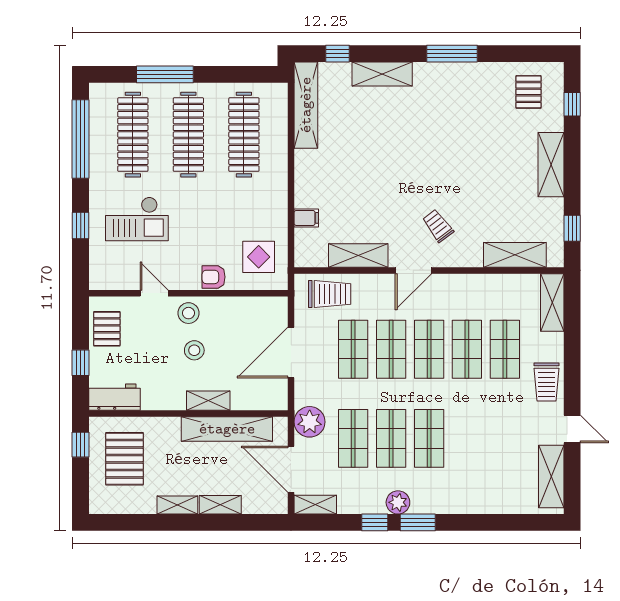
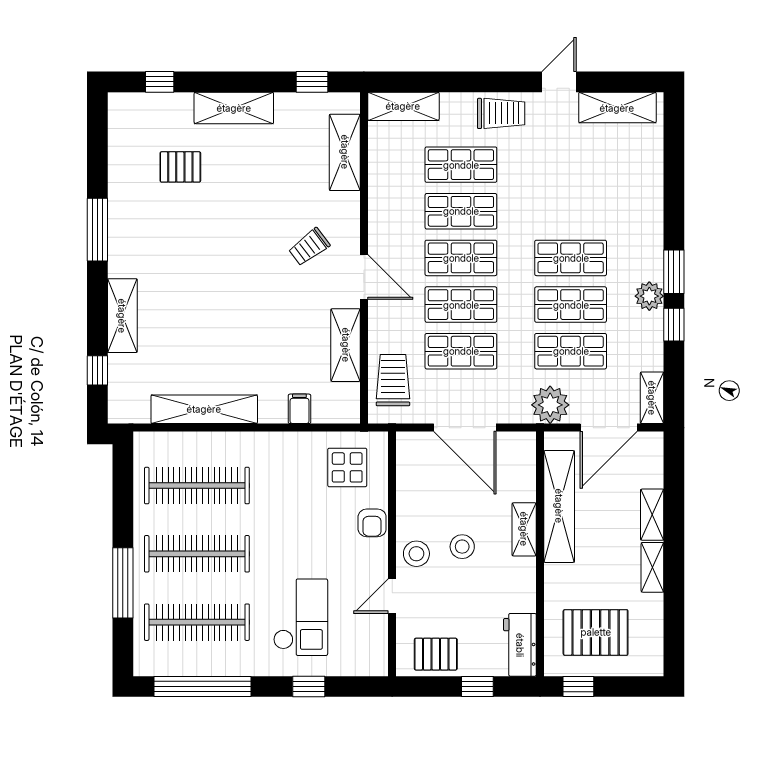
pallet: (528, 92) -> (180, 167), moved
shelving: (306, 105) -> (204, 409), moved

